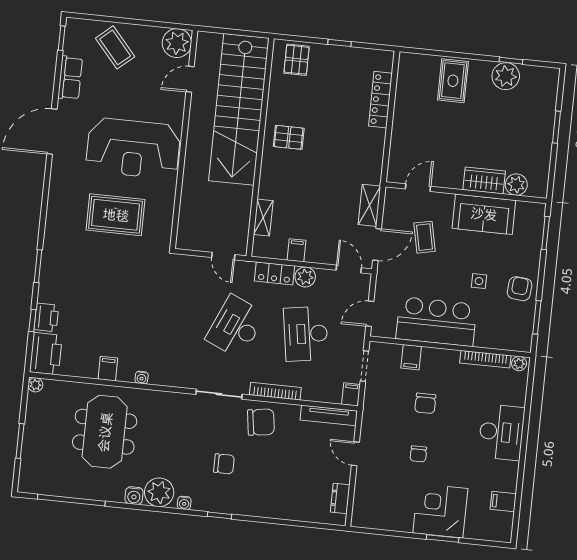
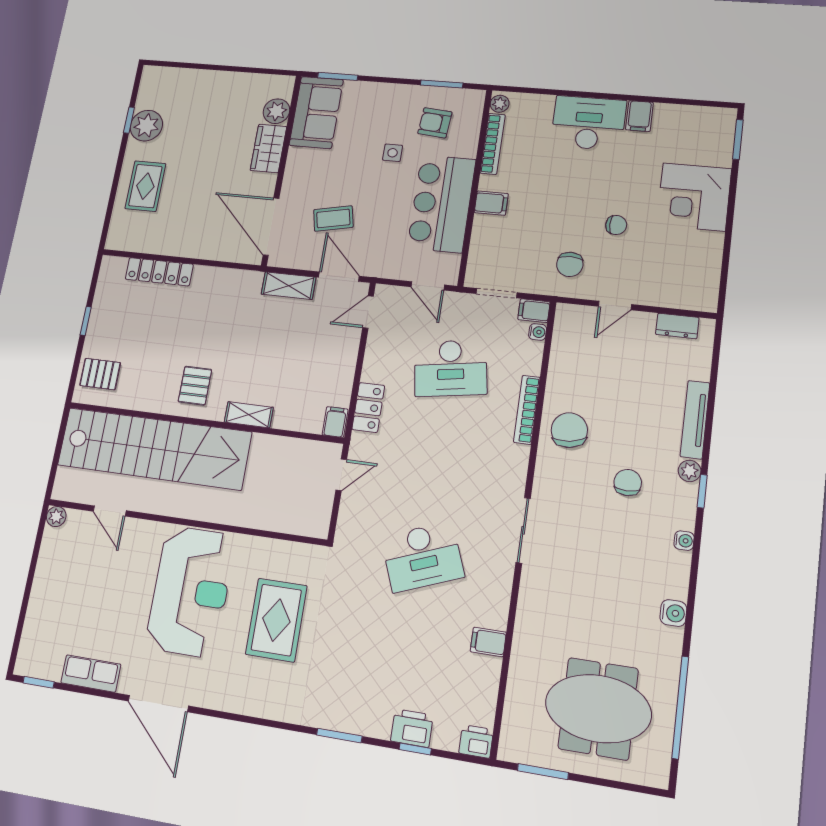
plant: (177, 43) -> (56, 517), width x0.53, depth x0.53
coffee table: (115, 47) -> (59, 609), removed
rug: (453, 81) -> (145, 186), turned 90
window: (557, 127) -> (212, 67), removed
door: (418, 188) -> (271, 227), width x1.87
sofa: (484, 214) -> (316, 112), moved
shelving: (263, 218) -> (249, 415), moved
filing cabinet: (297, 250) -> (335, 422), moved, turned 90
plant: (305, 277) -> (375, 368), removed
armchair: (520, 289) -> (435, 123), moved
desk: (236, 327) -> (423, 557), moved, turned -45
printer: (46, 354) -> (476, 741), width x0.53, depth x0.68
filing cabinet: (411, 357) -> (491, 203), moved
water cooler: (142, 378) -> (538, 332), moved
plant: (35, 385) -> (508, 751), removed
sliding door: (219, 394) -> (523, 530), moved
chair: (425, 403) -> (570, 264), moved, turned 90
tv unit: (329, 415) -> (695, 420), moved, turned 180
meeting table: (105, 432) -> (598, 709), moved
window: (20, 441) -> (543, 772), moved
plant: (159, 492) -> (690, 471), moved, width x0.53, depth x0.53
filing cabinet: (503, 502) -> (639, 116), moved
window: (443, 538) -> (738, 139), moved

